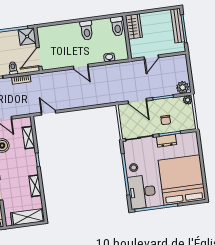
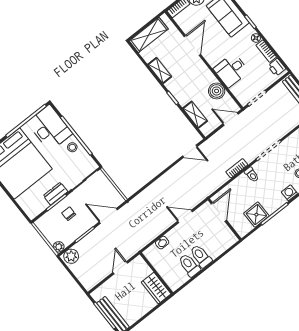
toilet: (117, 26) -> (189, 265), moved
wall: (38, 49) -> (224, 219), moved
door: (39, 57) -> (219, 212), moved

